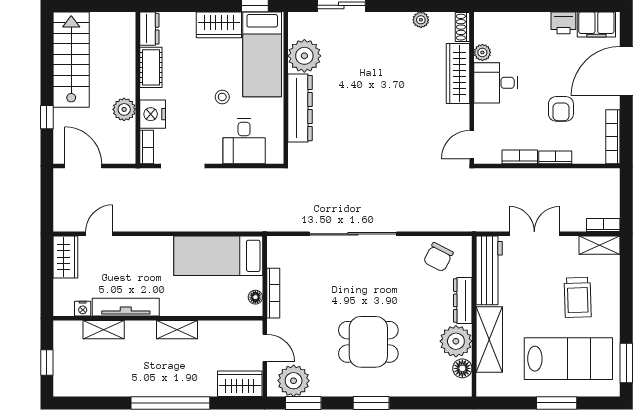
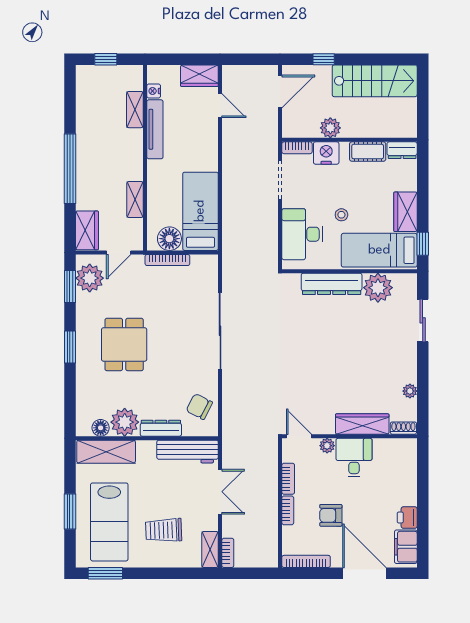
plant: (482, 52) -> (327, 446), moved
desk: (244, 141) -> (302, 234), width x1.37
floor lamp: (255, 297) -> (169, 239), width x1.89, depth x1.89
shelving: (177, 330) -> (135, 200), moved
shelving: (489, 340) -> (106, 452), moved

